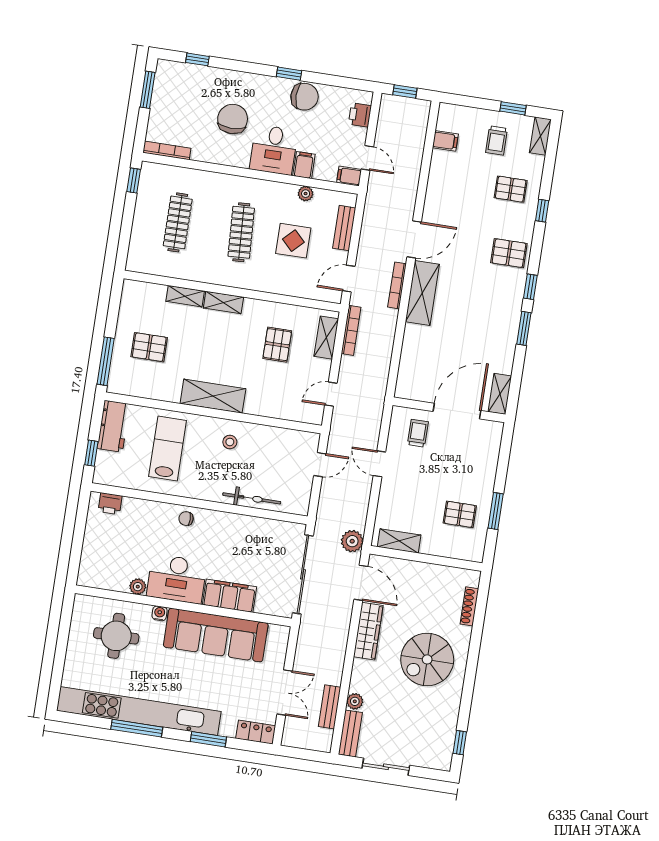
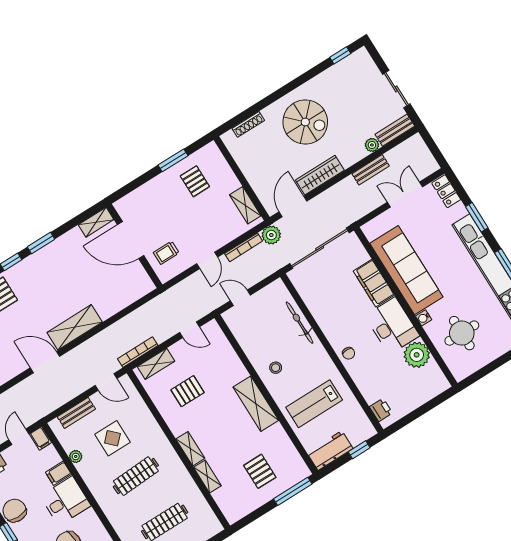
bookcase: (397, 285) -> (244, 247), moved
plant: (138, 587) -> (417, 355), width x1.88, depth x1.88
bench: (330, 707) -> (371, 170), moved

